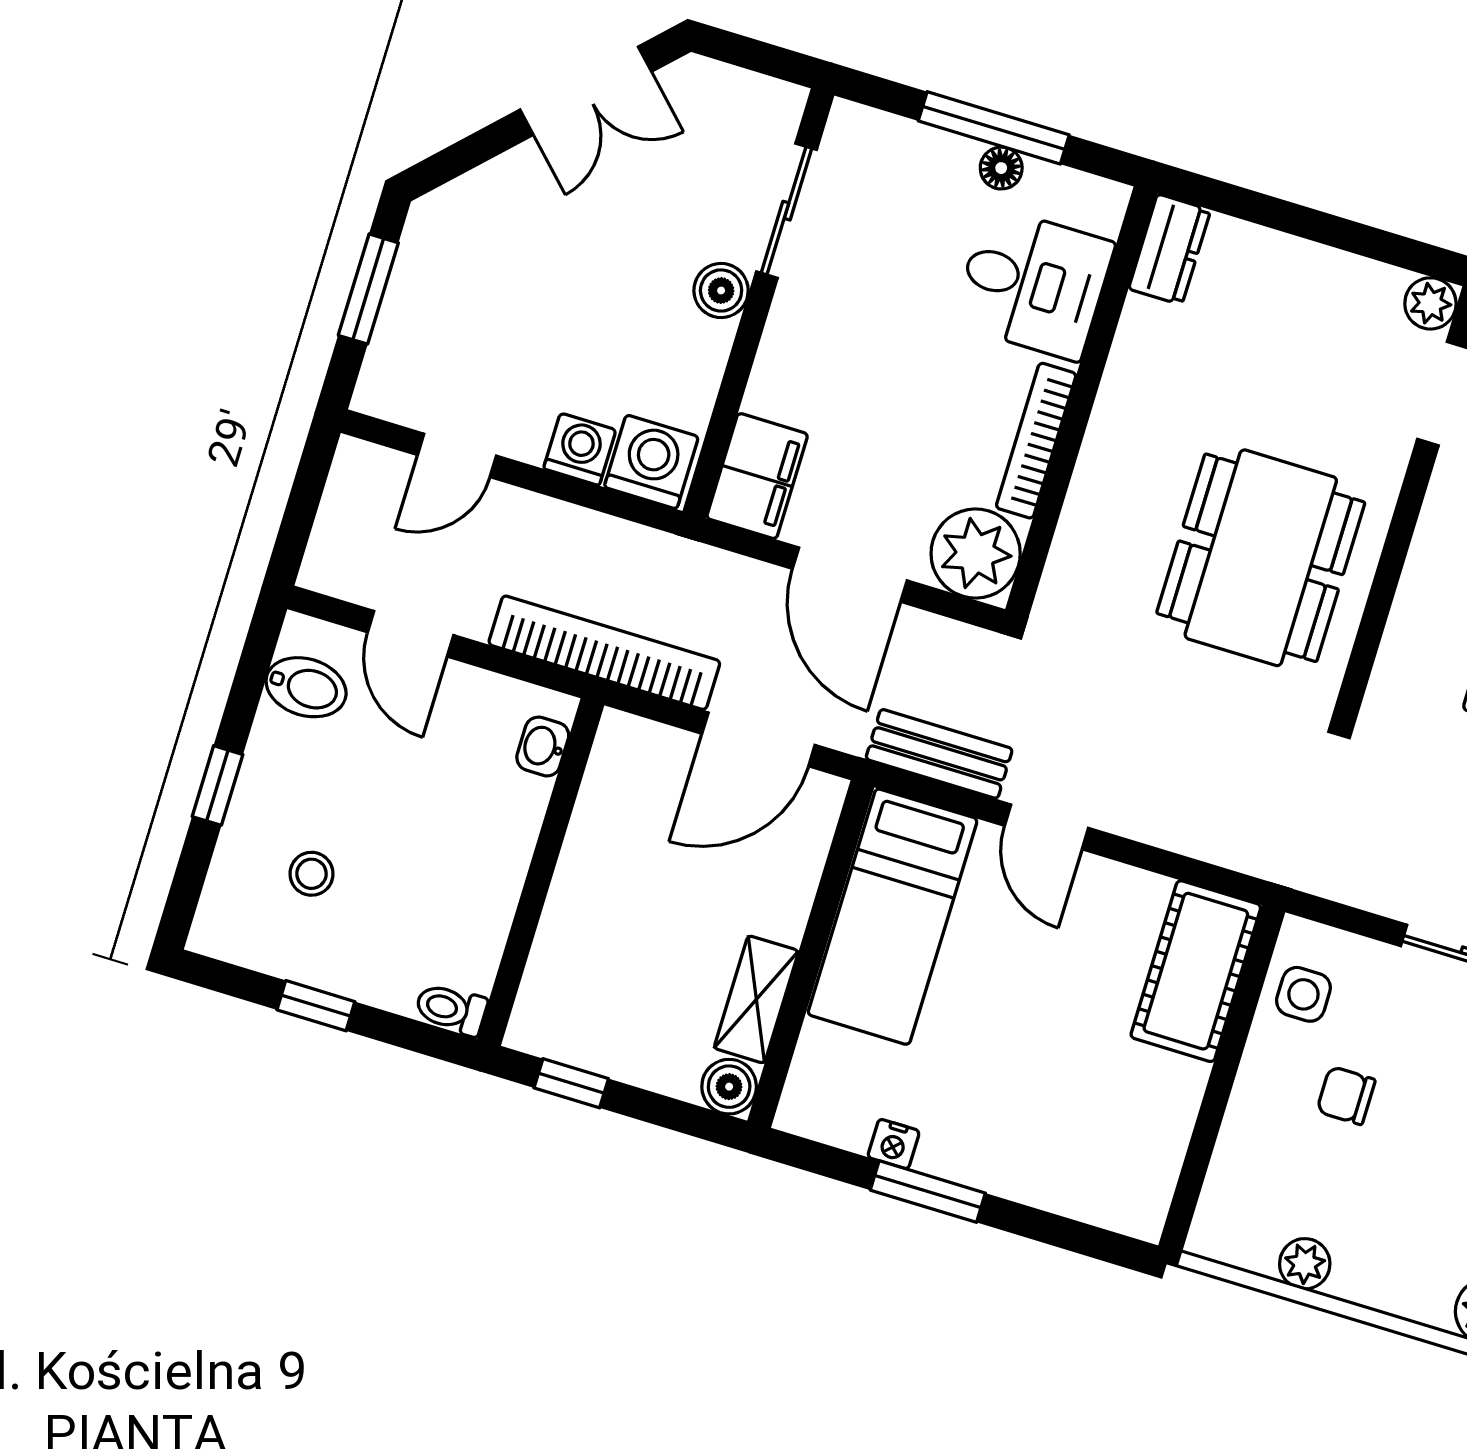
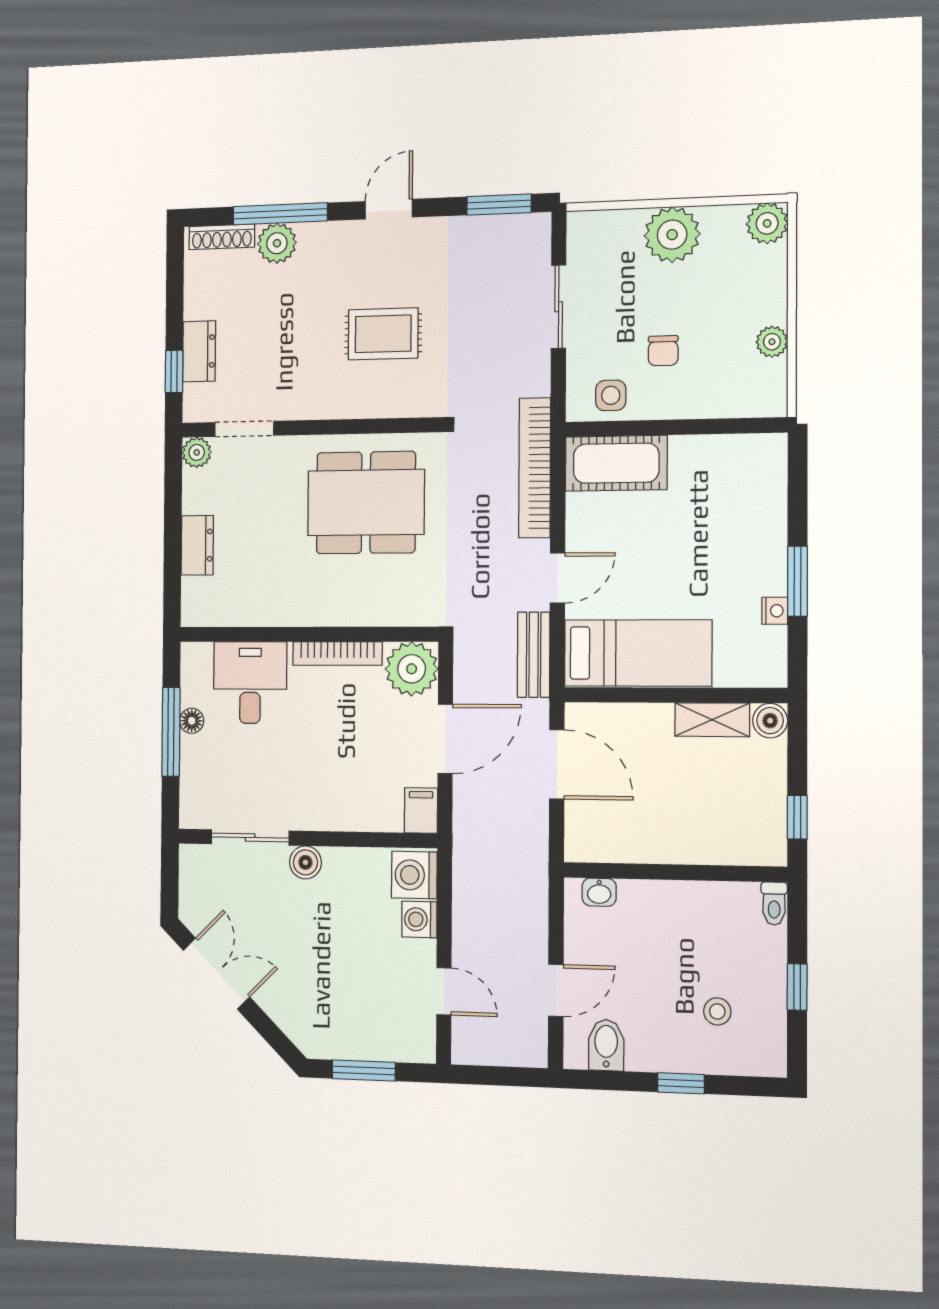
dresser: (1170, 249) -> (197, 545), moved, turned 90
filing cabinet: (757, 476) -> (421, 811), width x0.50
bookcase: (604, 653) -> (535, 468), moved

